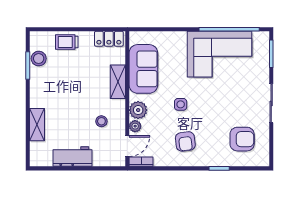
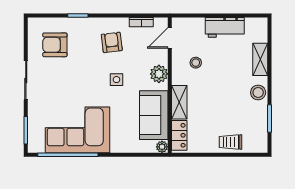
locker: (109, 39) -> (179, 135), moved, turned 90
trolley: (67, 42) -> (230, 142), turned 180
stool: (39, 59) -> (258, 92), moved
plant: (135, 126) -> (162, 147), moved
bookcase: (141, 162) -> (141, 22), moved

